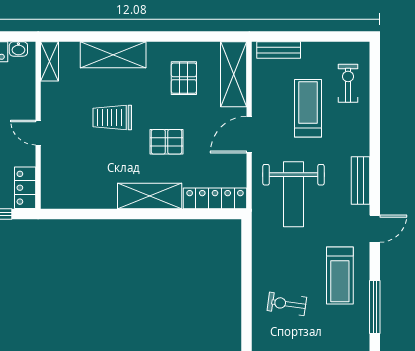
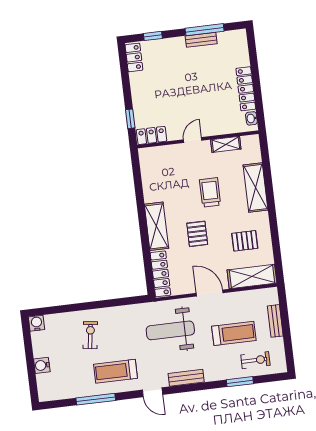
bench: (279, 50) -> (275, 321), moved
shelving: (49, 61) -> (226, 144), moved
window: (375, 108) -> (240, 382), added

